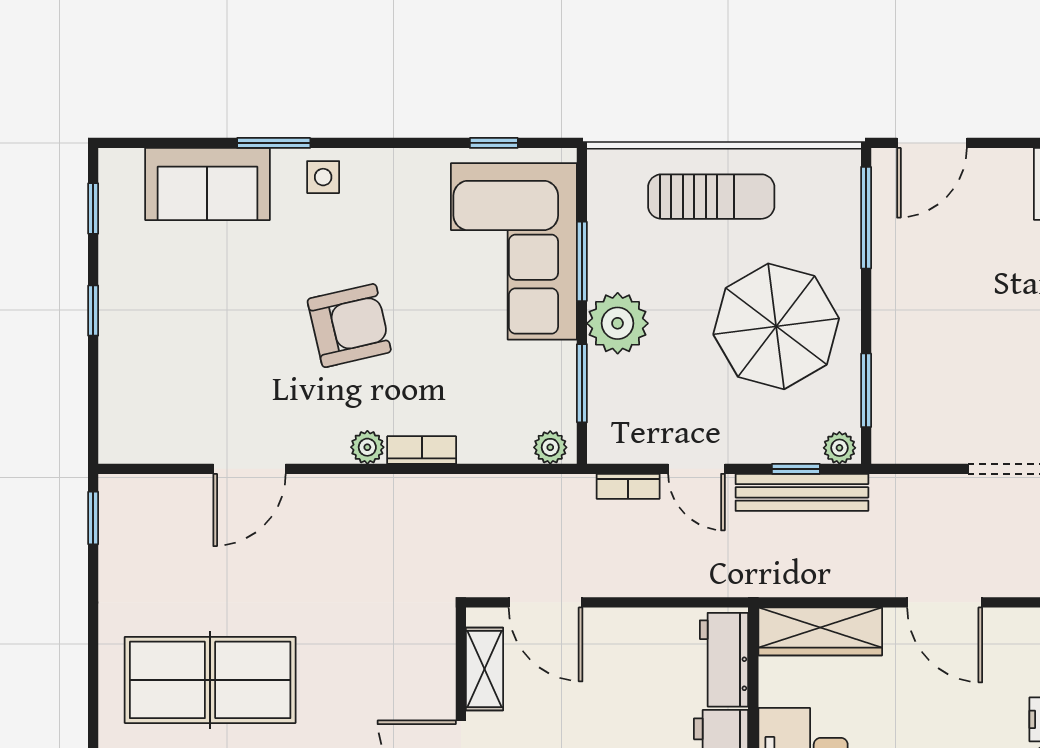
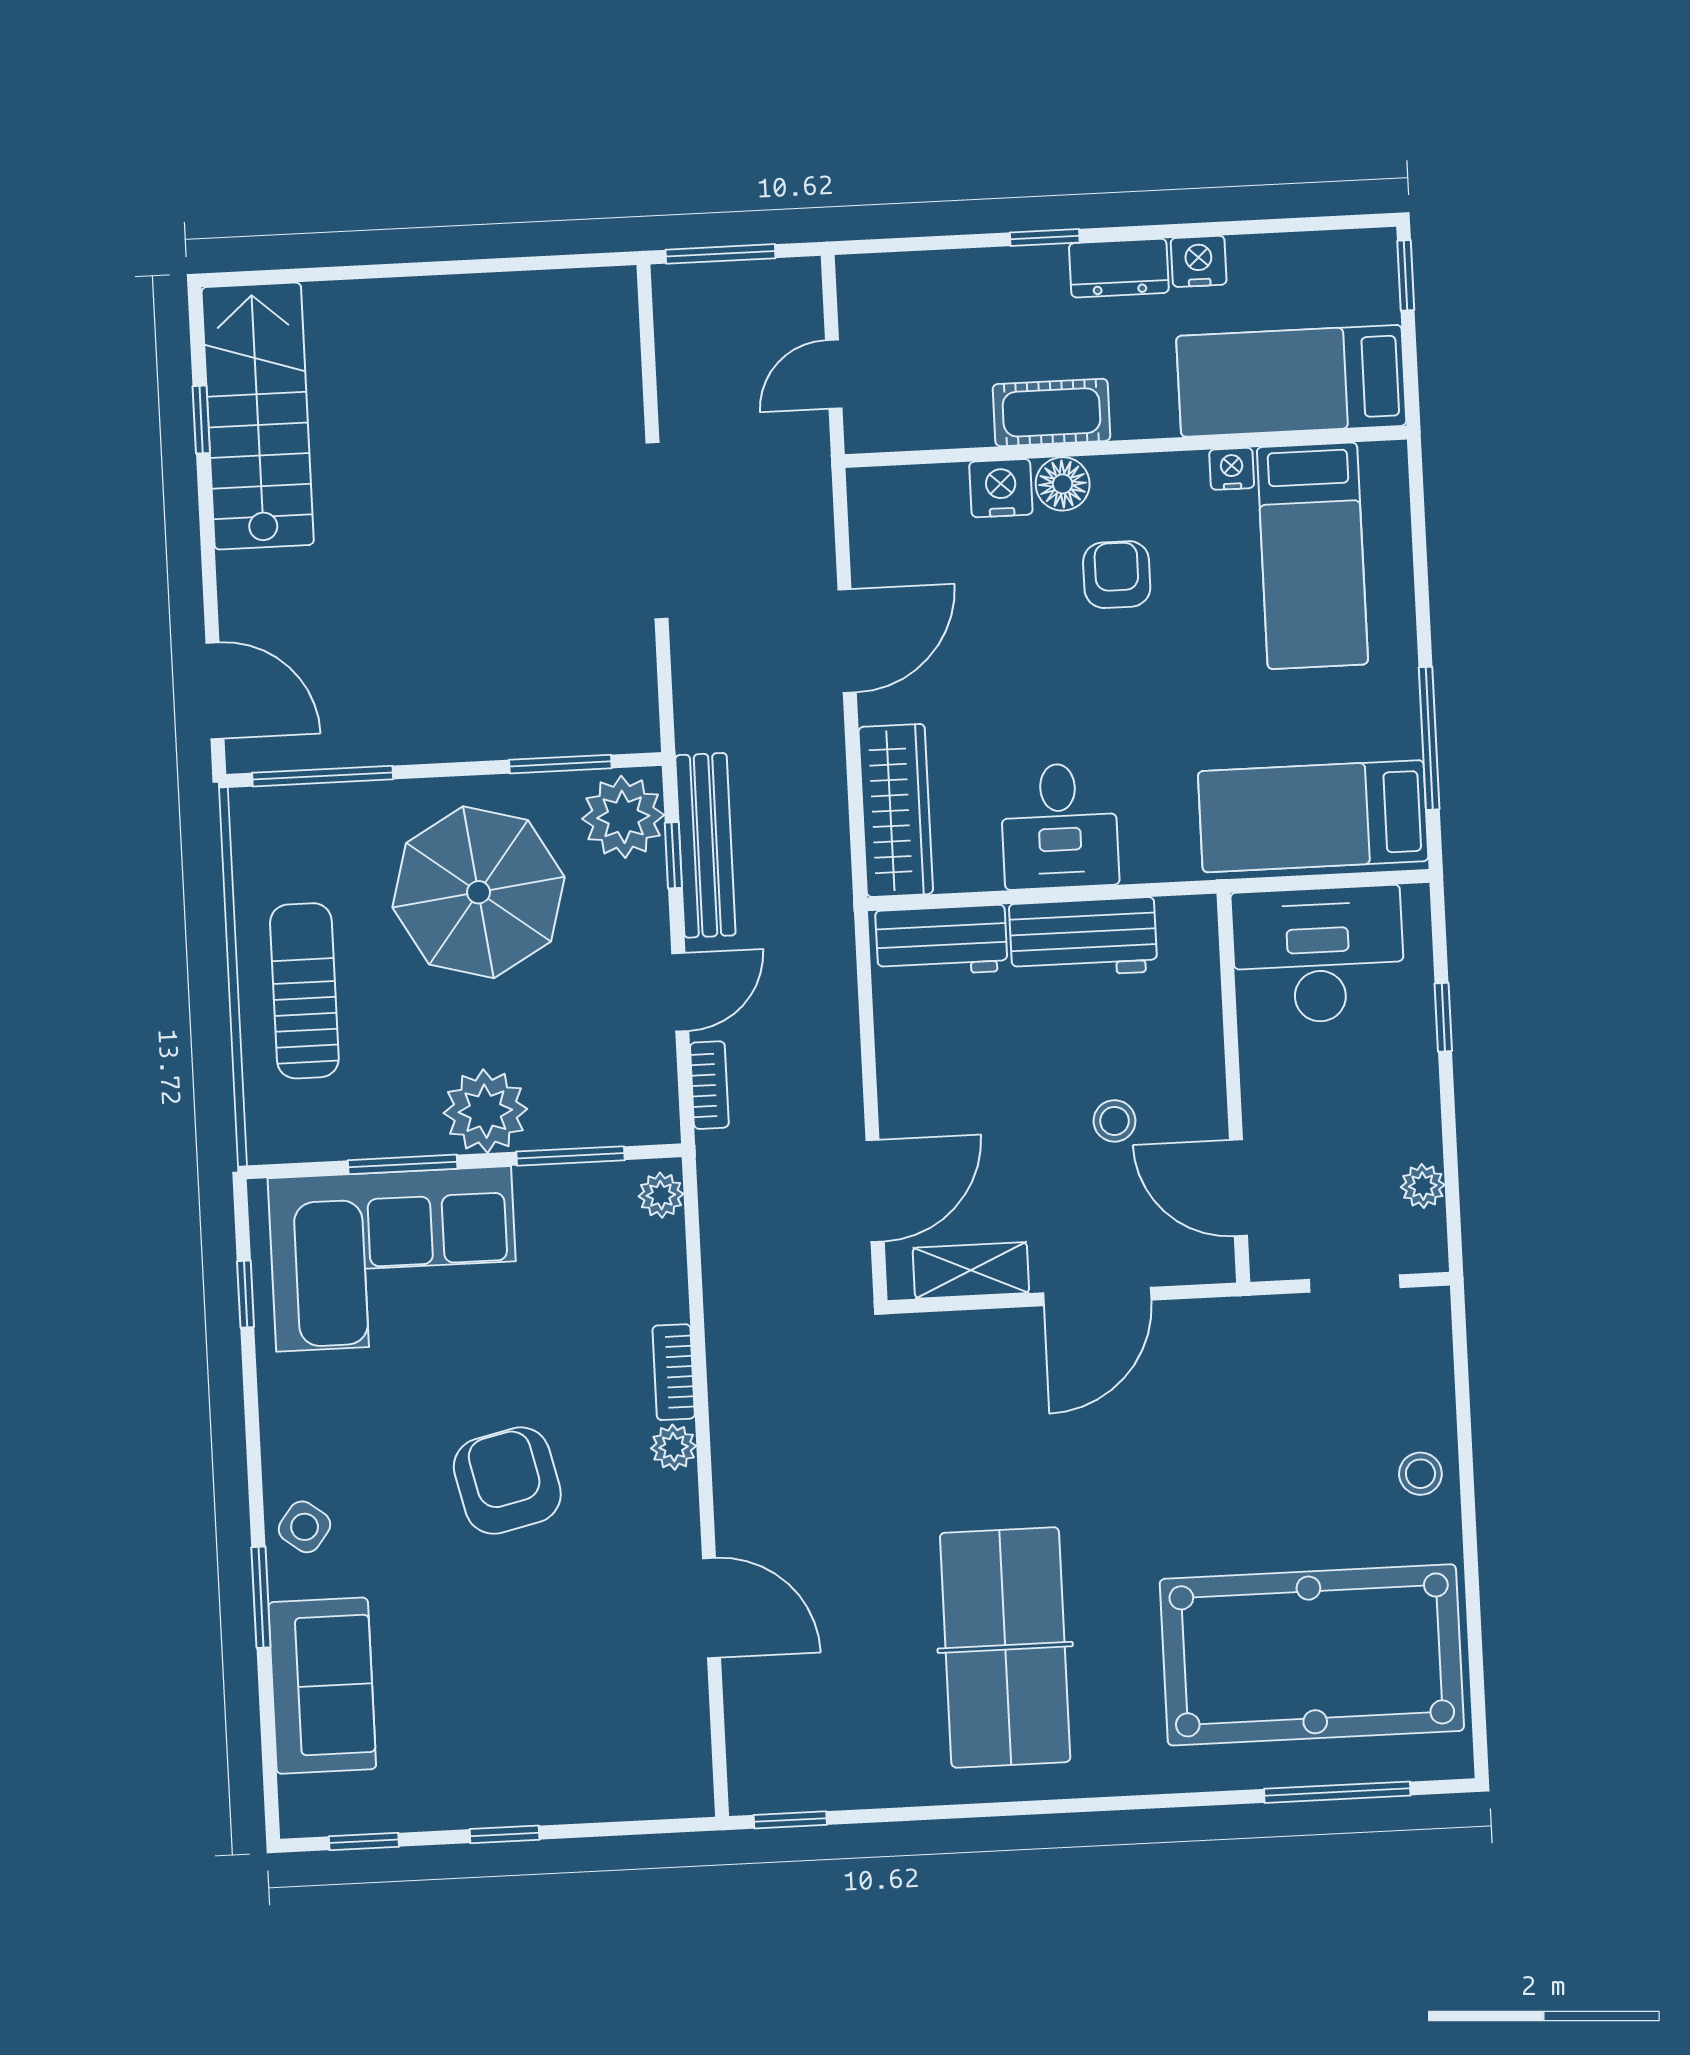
side table: (323, 177) -> (305, 1527), turned 37
plant: (839, 448) -> (623, 817), width x1.87, depth x1.87

